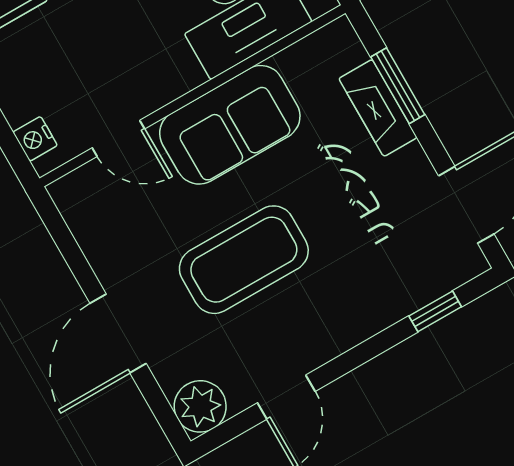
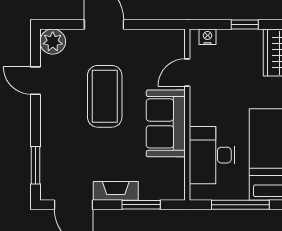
fireplace: (378, 108) -> (116, 191), moved
window: (435, 311) -> (36, 165), width x1.50

